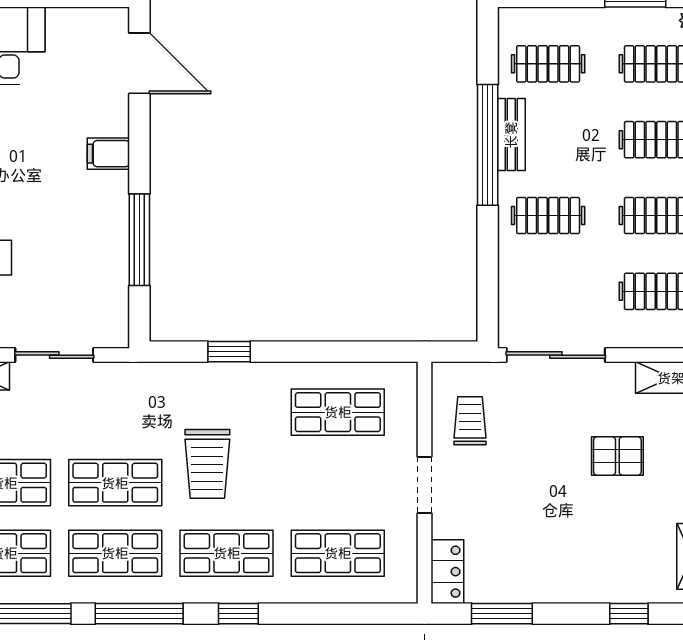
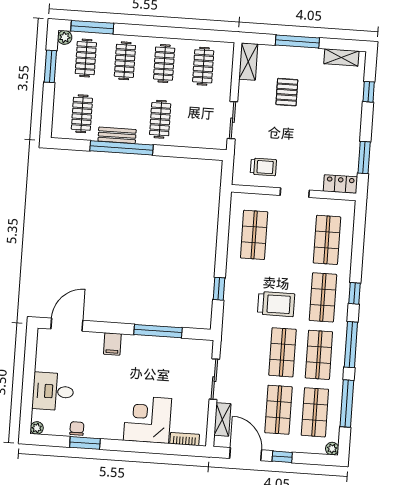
sliding door: (556, 355) -> (232, 120), width x0.73
trolley: (470, 421) -> (263, 167), turned 180

